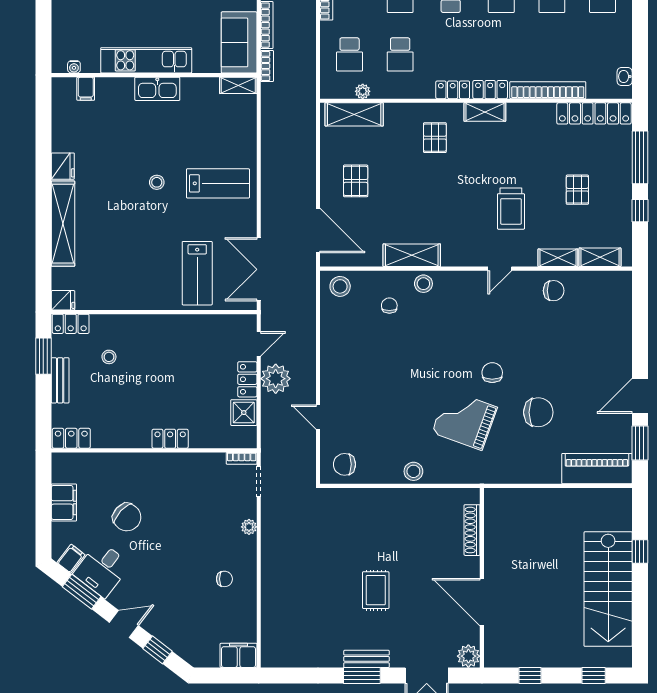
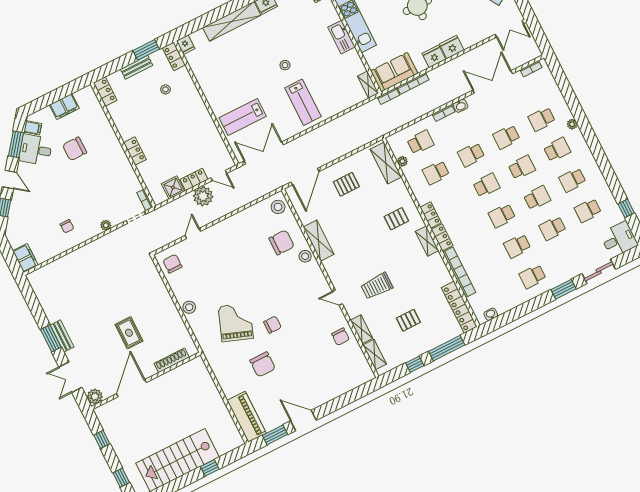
school desk: (350, 54) -> (420, 142), turned 180
chair: (389, 306) -> (282, 242), width x1.87, depth x1.87
chair: (127, 517) -> (75, 149), turned 47
rug: (376, 590) -> (129, 333), moved, turned 90

